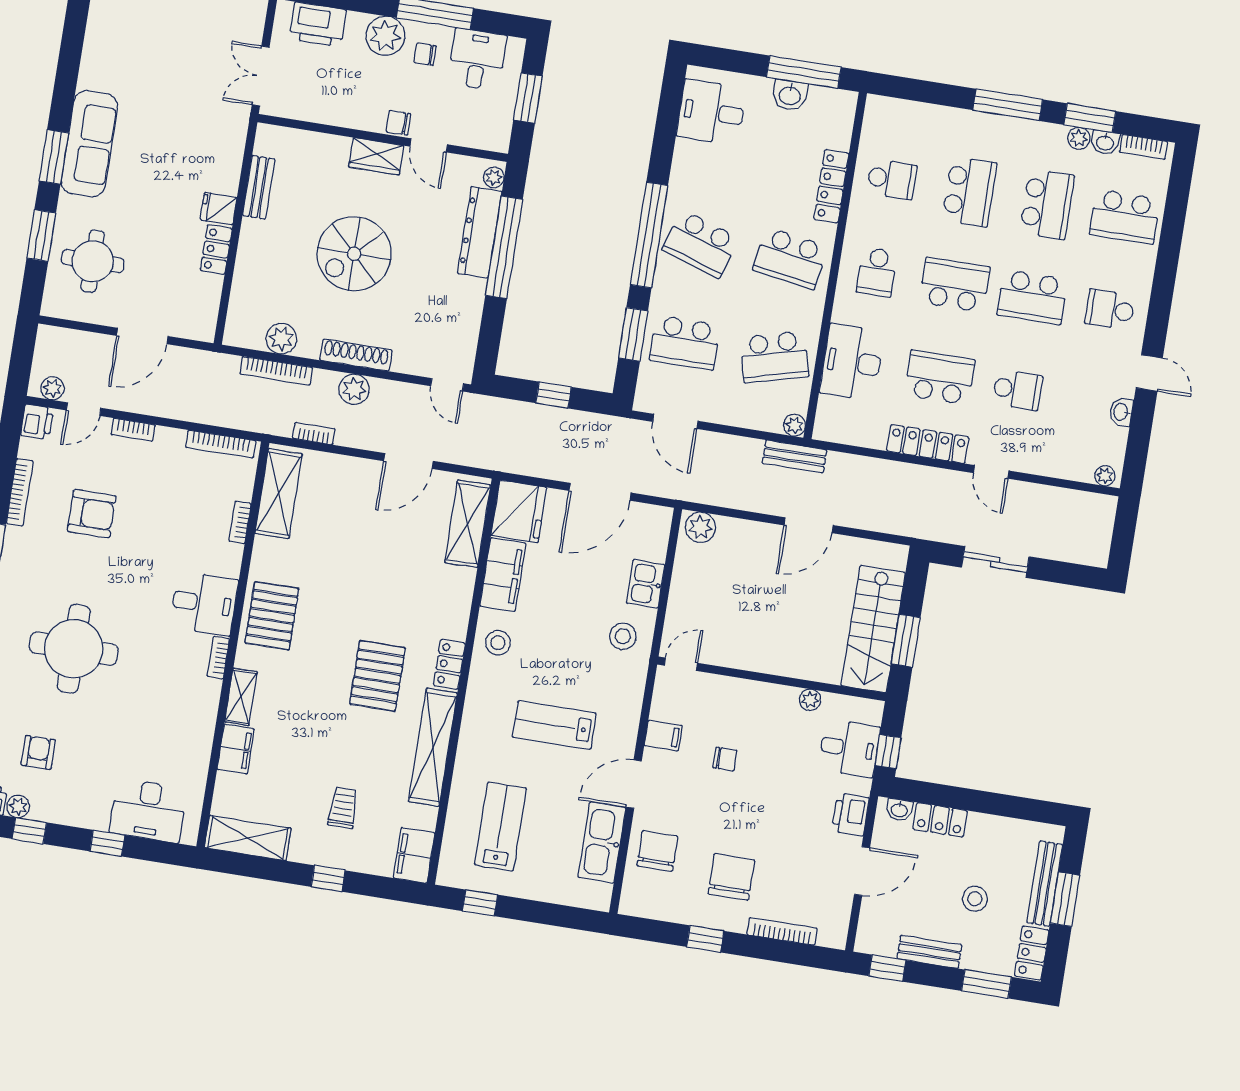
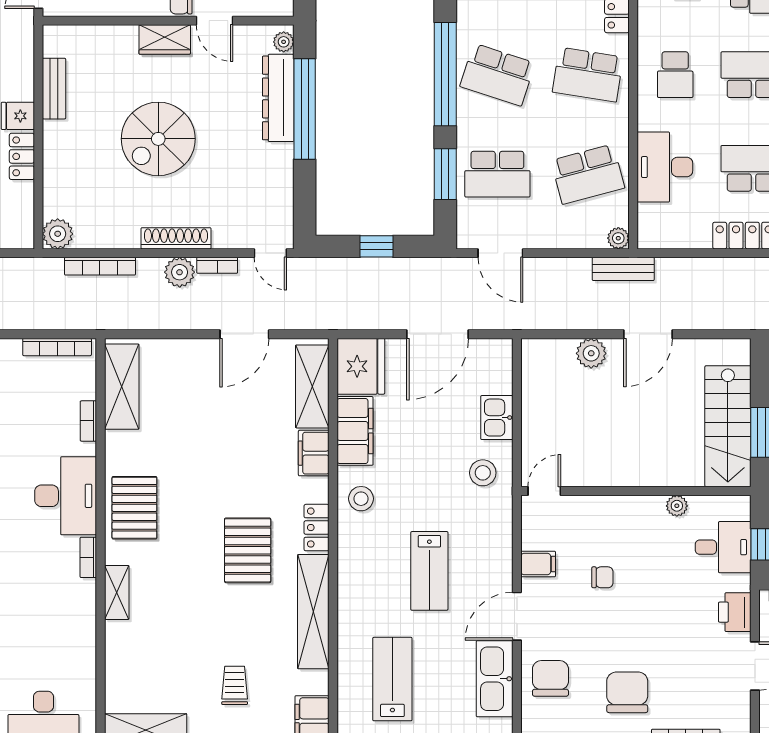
plant: (281, 339) -> (58, 234), moved
bookcase: (314, 434) -> (217, 265), moved, turned 180
plant: (700, 527) -> (591, 353), moved
desk: (204, 603) -> (66, 496), width x1.37
lab bench: (554, 725) -> (429, 571), turned -90
filing cabinet: (236, 749) -> (314, 453), moved, turned 180

